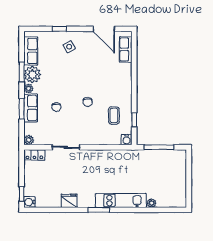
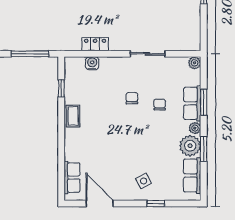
chair: (88, 102) -> (132, 98), moved
coffee table: (114, 115) -> (73, 116), moved
water cooler: (127, 140) -> (92, 63), moved
locker: (34, 155) -> (95, 44), moved

